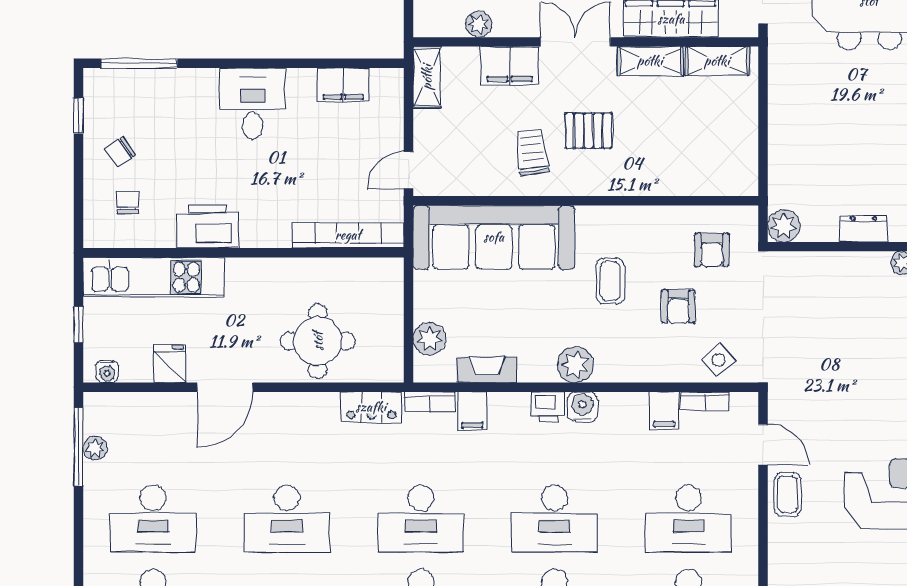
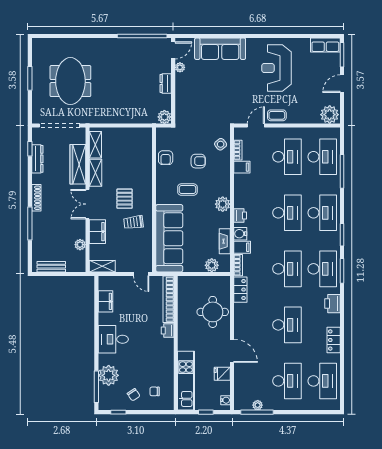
plant: (166, 92) -> (109, 375), added
printer: (208, 226) -> (168, 331), moved, width x0.53, depth x0.68
armchair: (712, 250) -> (166, 158), moved, turned 90
water cooler: (582, 407) -> (240, 234), moved

